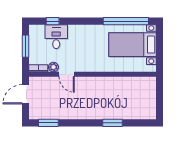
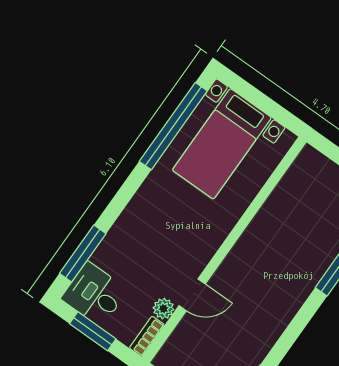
window: (53, 21) -> (83, 253), width x2.17
desk: (56, 37) -> (94, 294), moved

